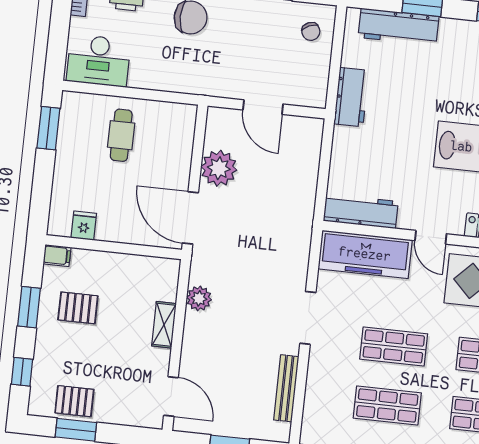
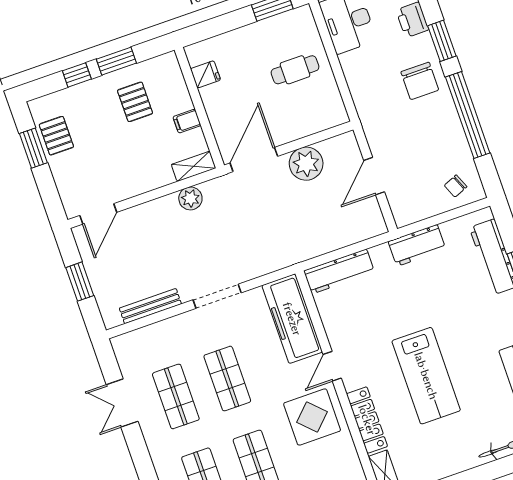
workbench: (361, 211) -> (339, 272), moved, turned 90
filing cabinet: (57, 255) -> (187, 121), moved, turned 90
shelving: (164, 325) -> (194, 166), moved
window: (22, 372) -> (77, 75), moved

